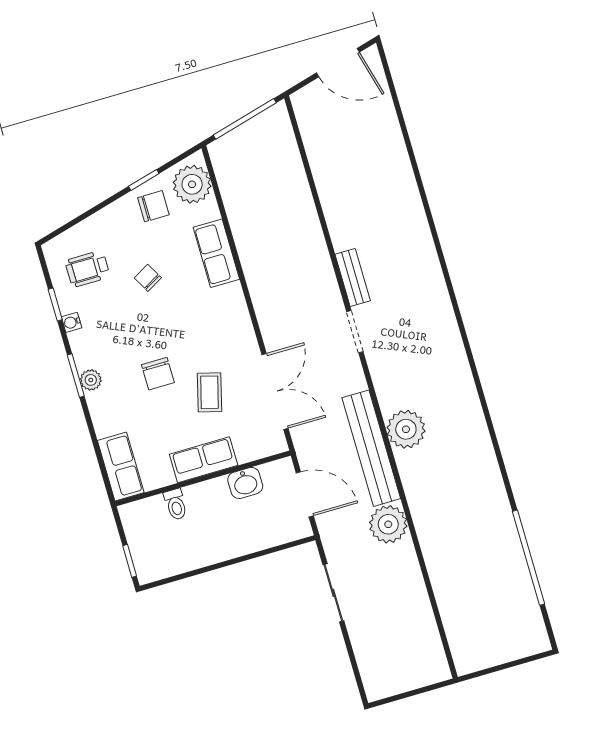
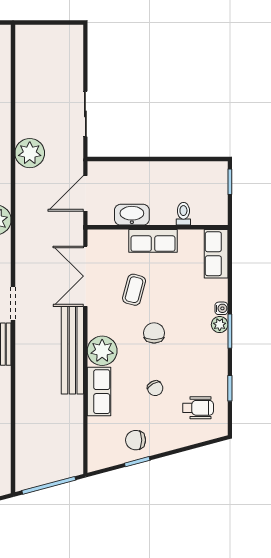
plant: (192, 184) -> (102, 351), moved
water cooler: (72, 322) -> (221, 308), moved
chair: (158, 374) -> (154, 333), moved
bench: (371, 448) -> (72, 350), moved
washbasin: (245, 483) -> (132, 215), width x1.38
door: (305, 494) -> (85, 193), hinge flipped

